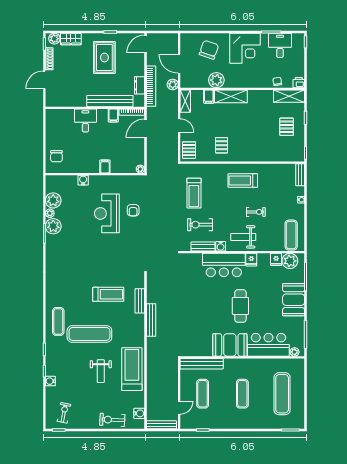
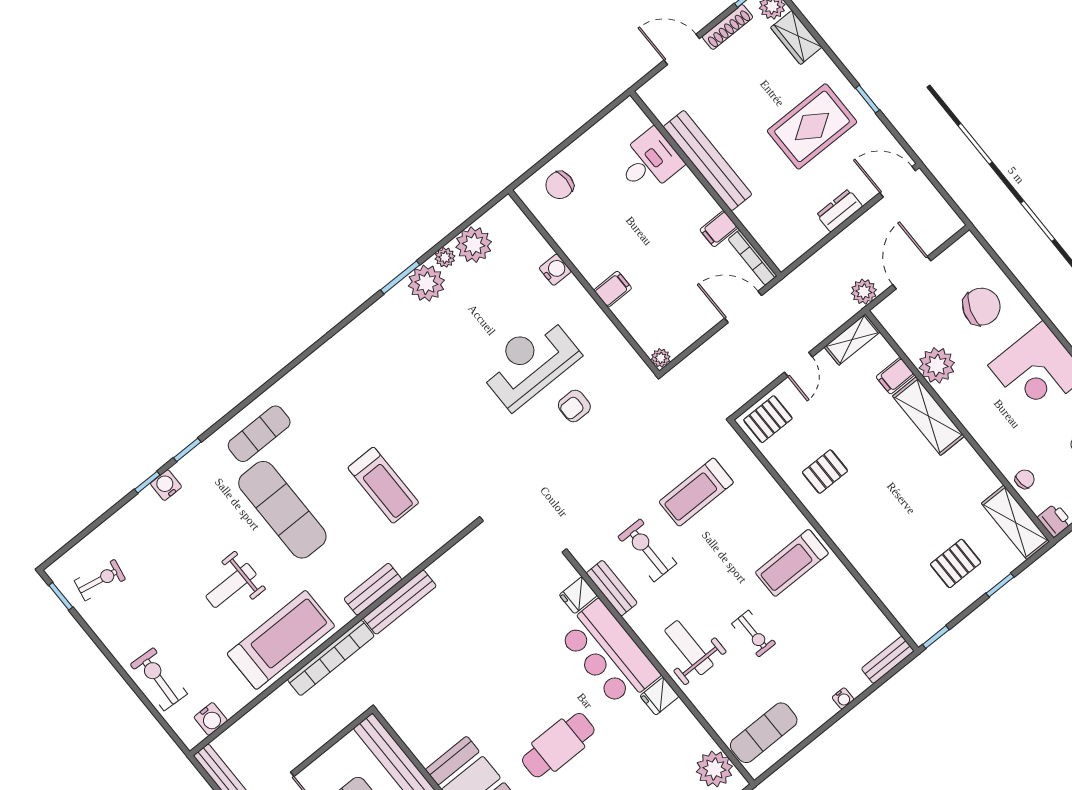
dresser: (139, 85) -> (840, 211), moved
bookcase: (151, 86) -> (331, 658), moved
bench: (110, 101) -> (708, 161), moved
desk: (85, 121) -> (649, 162), moved
treadmill: (243, 180) -> (792, 563), turned -90
water cooler: (221, 246) -> (638, 620), removed
fridge: (276, 259) -> (578, 595), moved
bench: (140, 301) -> (373, 589), moved
water cooler: (50, 381) -> (166, 485), moved

